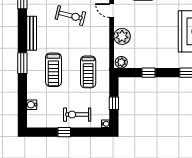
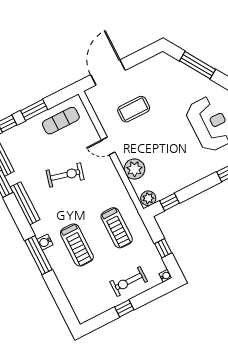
bench: (32, 33) -> (25, 203), moved
window: (22, 63) -> (38, 255), width x1.44
window: (148, 73) -> (169, 202), moved
water cooler: (32, 105) -> (45, 242), moved

